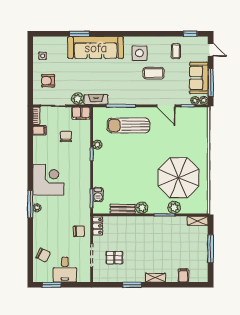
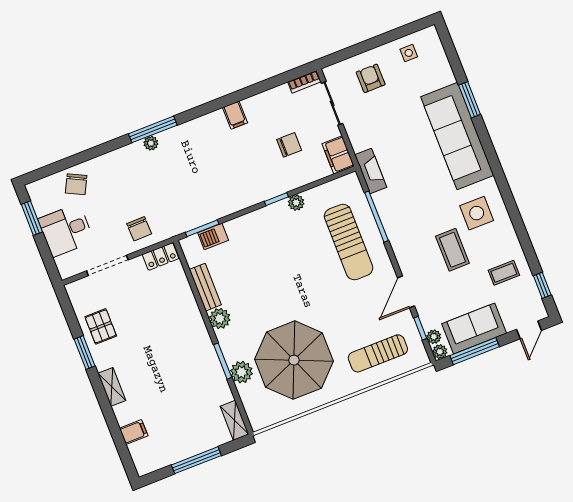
plant: (78, 99) -> (360, 139), removed
sun lounger: (128, 125) -> (349, 242), turned 180
filing cabinet: (39, 130) -> (235, 115), moved
sun lounger: (192, 133) -> (378, 353), added
corner desk: (48, 180) -> (205, 144), removed
pallet: (114, 258) -> (101, 326), moved

